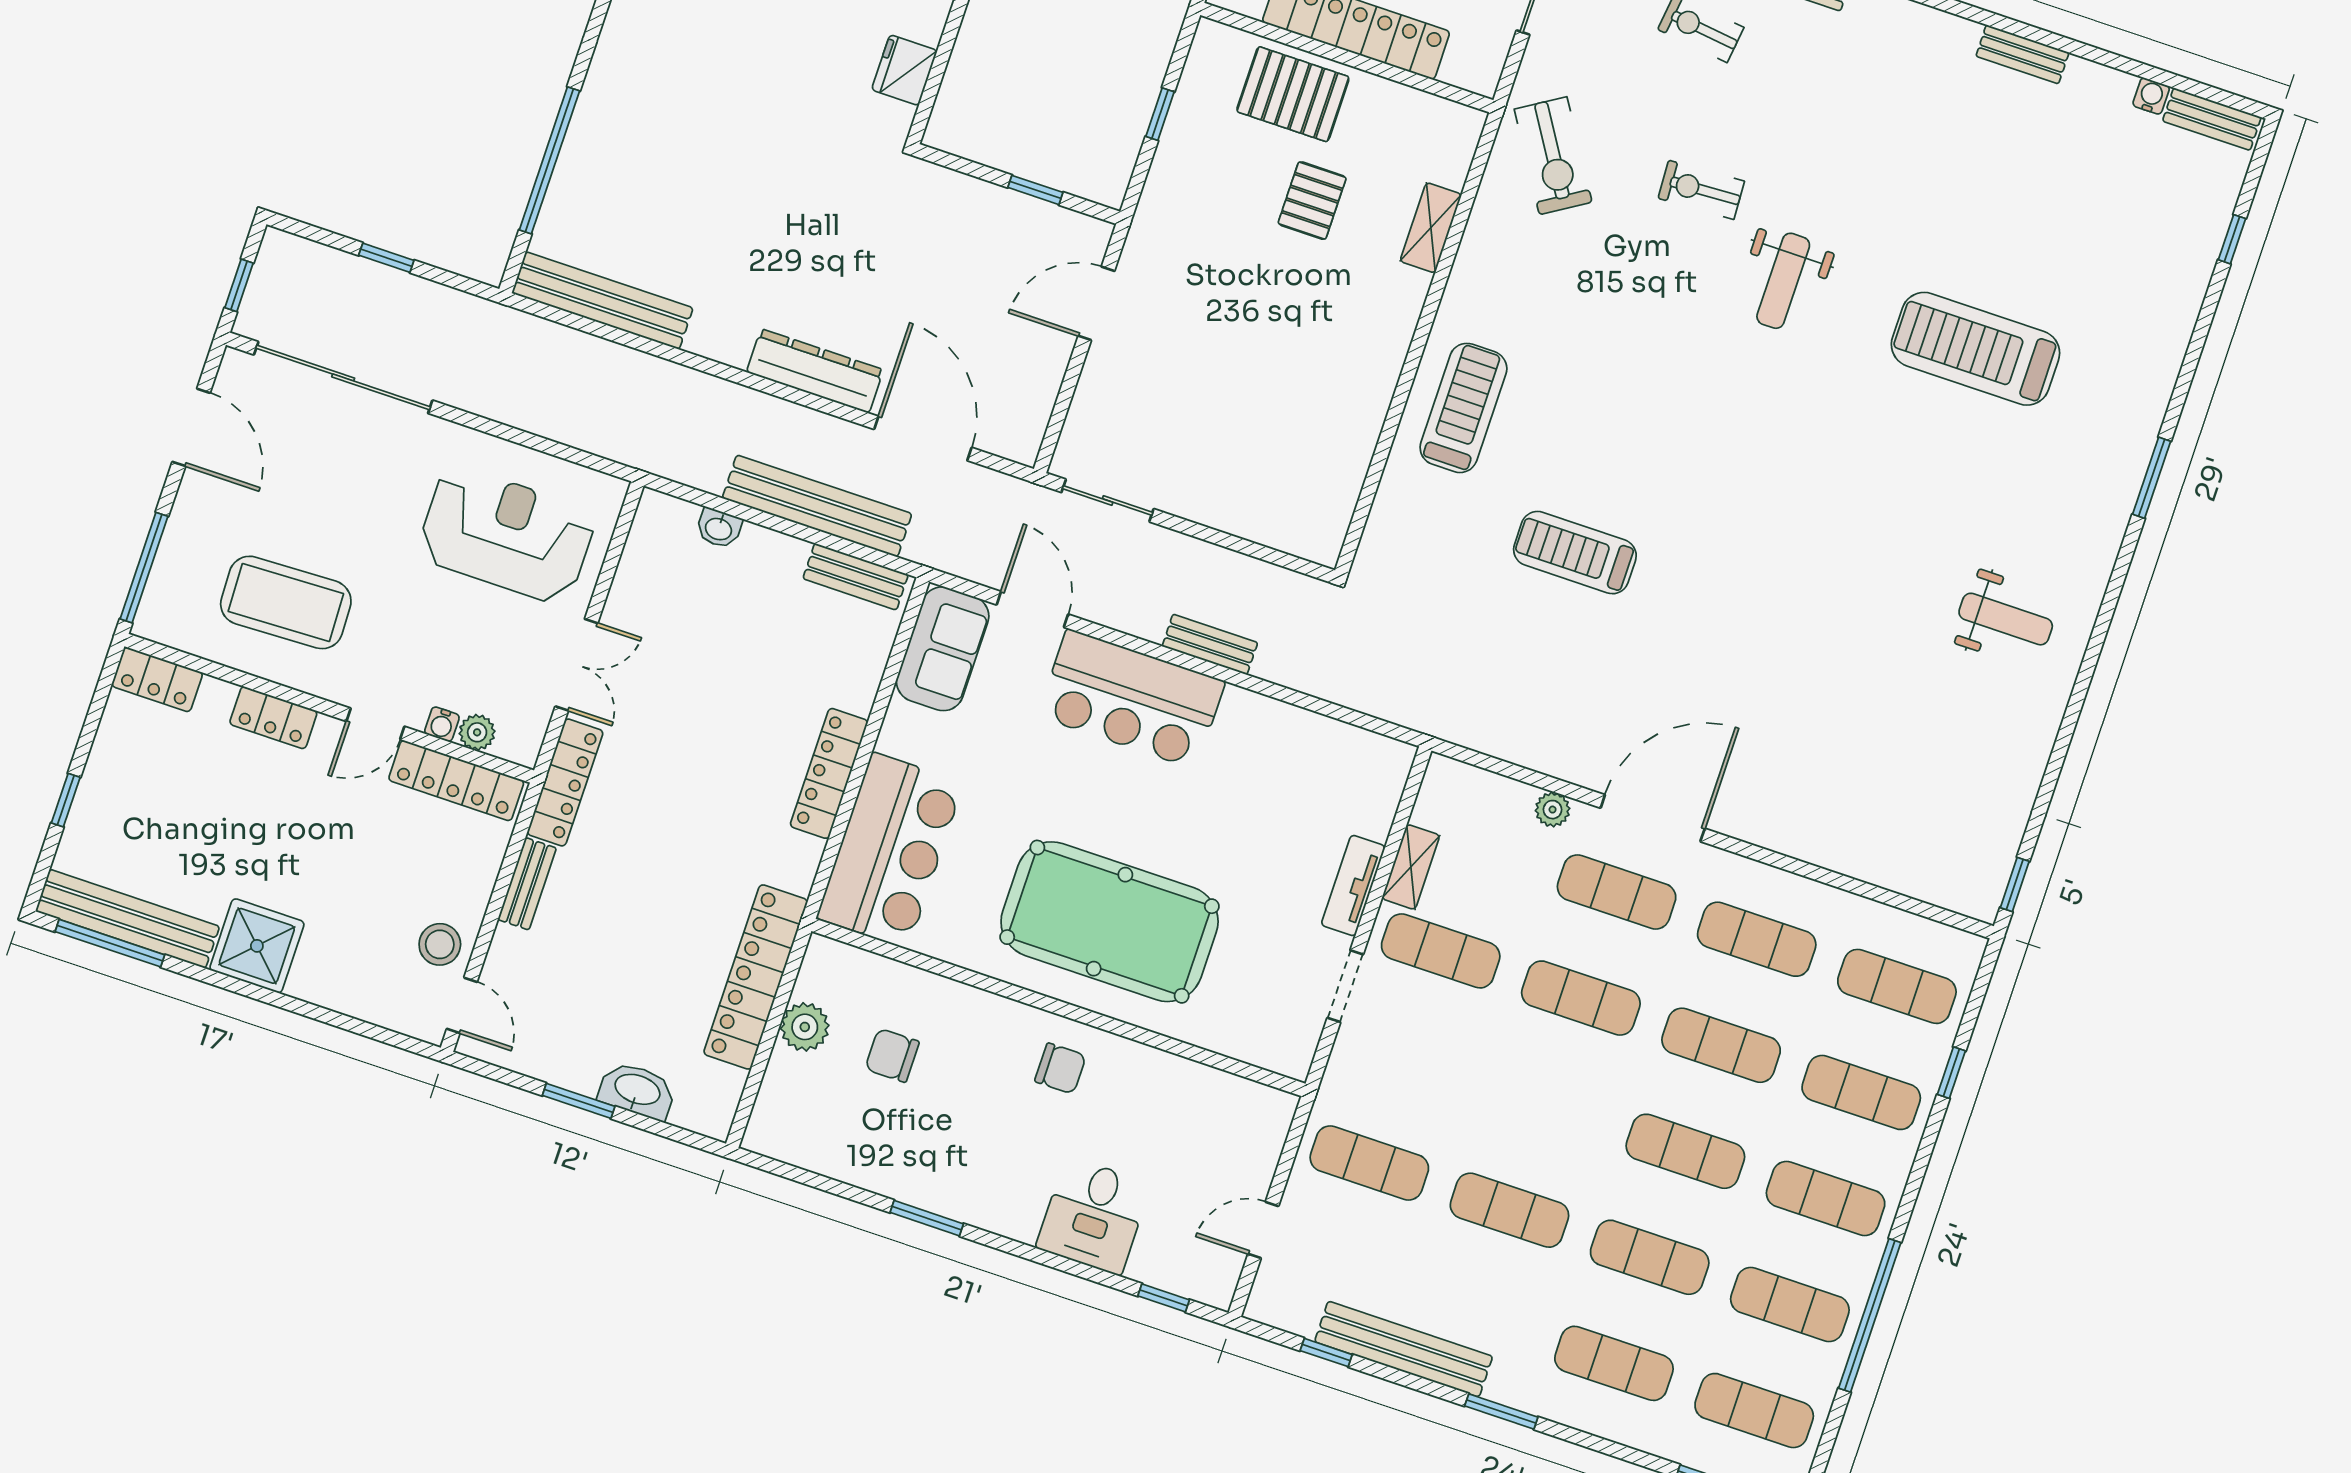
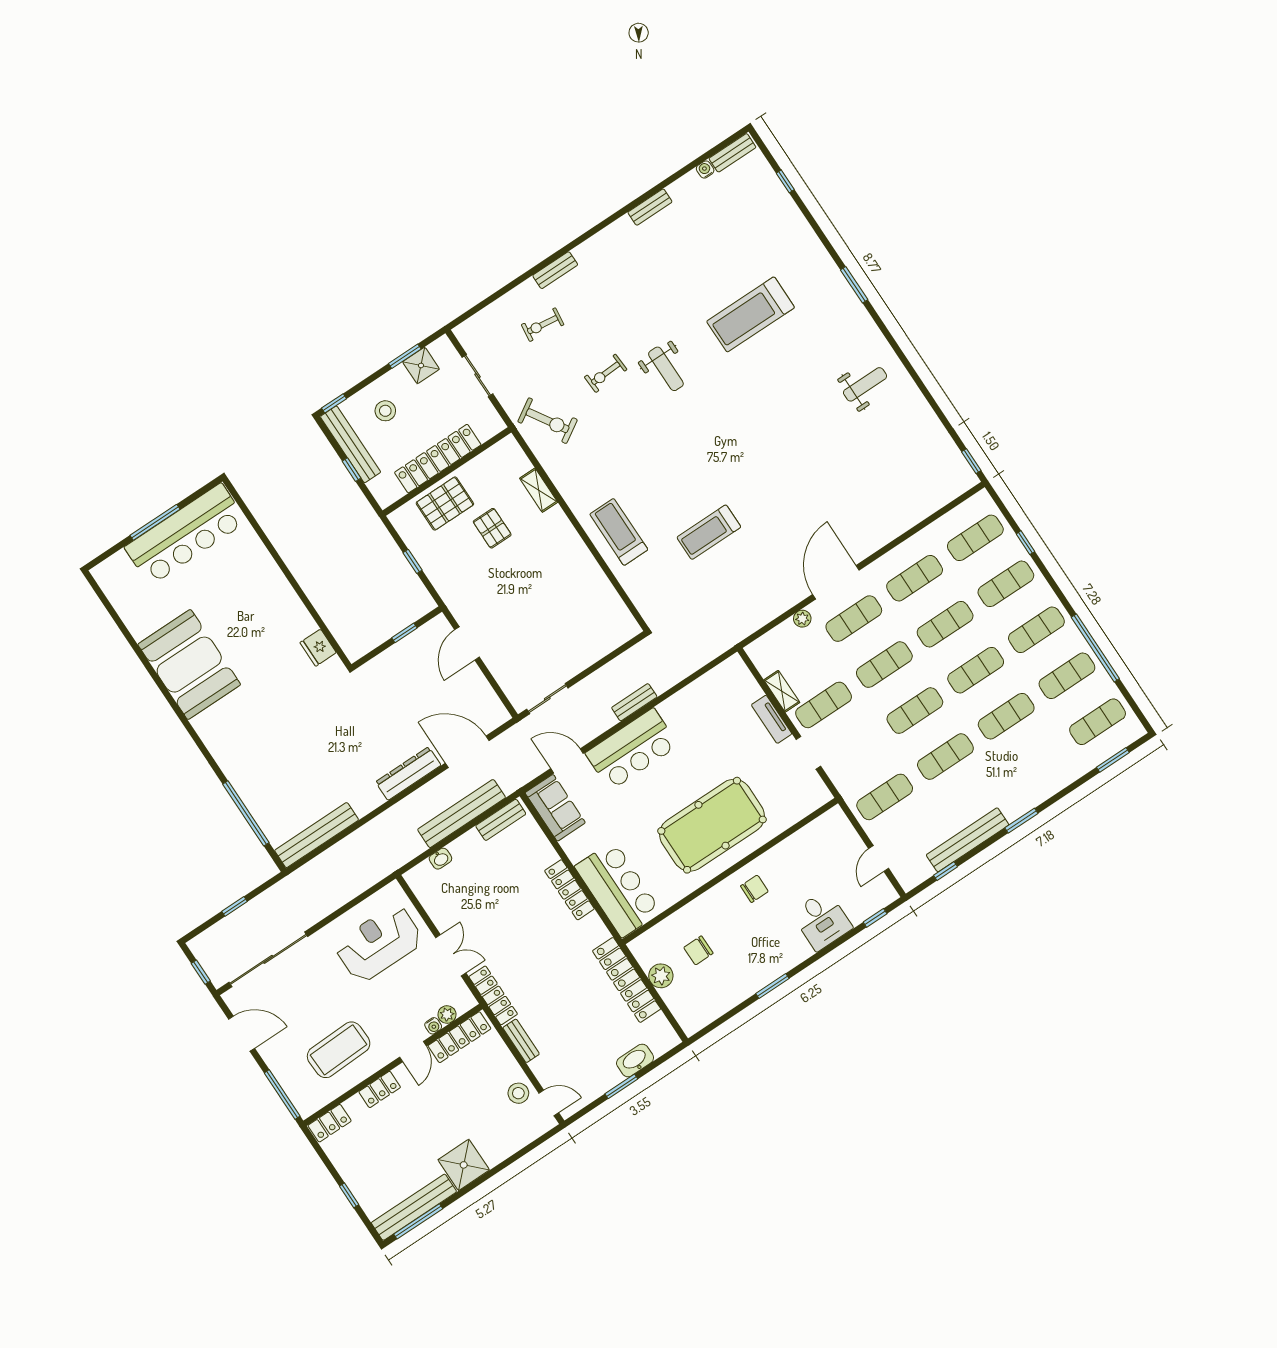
exercise mat: (1614, 1363) -> (915, 711), moved

